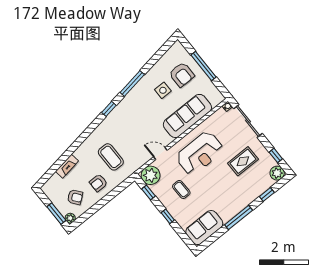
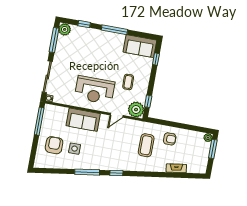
window: (204, 66) -> (39, 121), moved
sofa: (187, 116) -> (83, 120), width x0.73
reception desk: (200, 153) -> (95, 90), turned 180
door: (160, 154) -> (117, 115), hinge flipped
window: (276, 155) -> (54, 40), width x2.17
rug: (243, 161) -> (76, 58), removed
armchair: (75, 197) -> (192, 146), removed
window: (168, 216) -> (156, 59), moved

